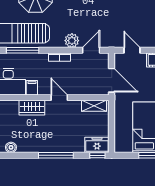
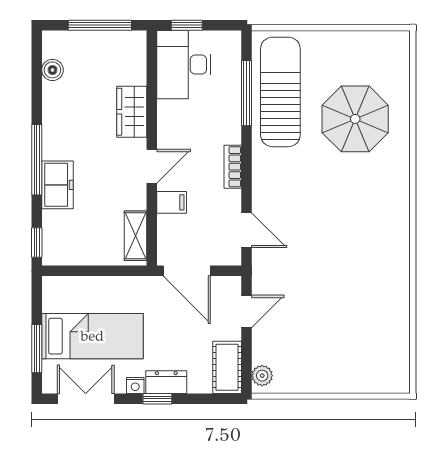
plant: (72, 41) -> (266, 191), removed
door: (112, 80) -> (187, 271), hinge flipped
filing cabinet: (32, 88) -> (172, 202), moved
freezer: (97, 145) -> (57, 185), moved

